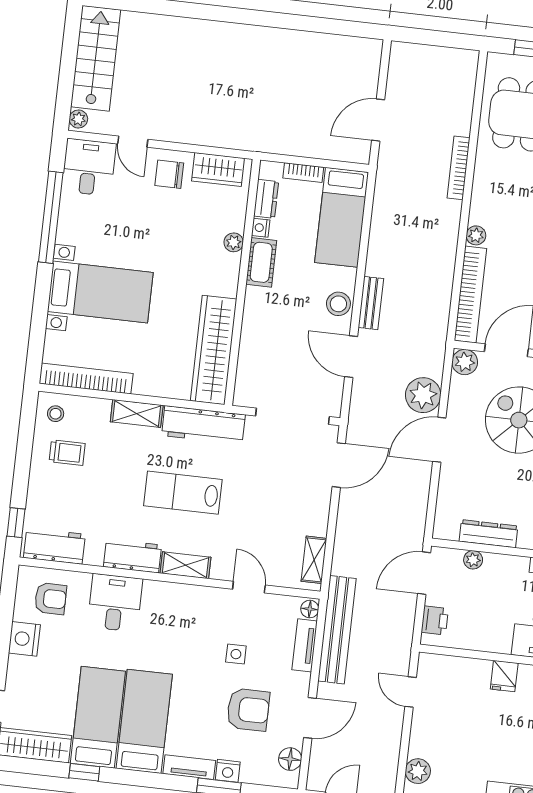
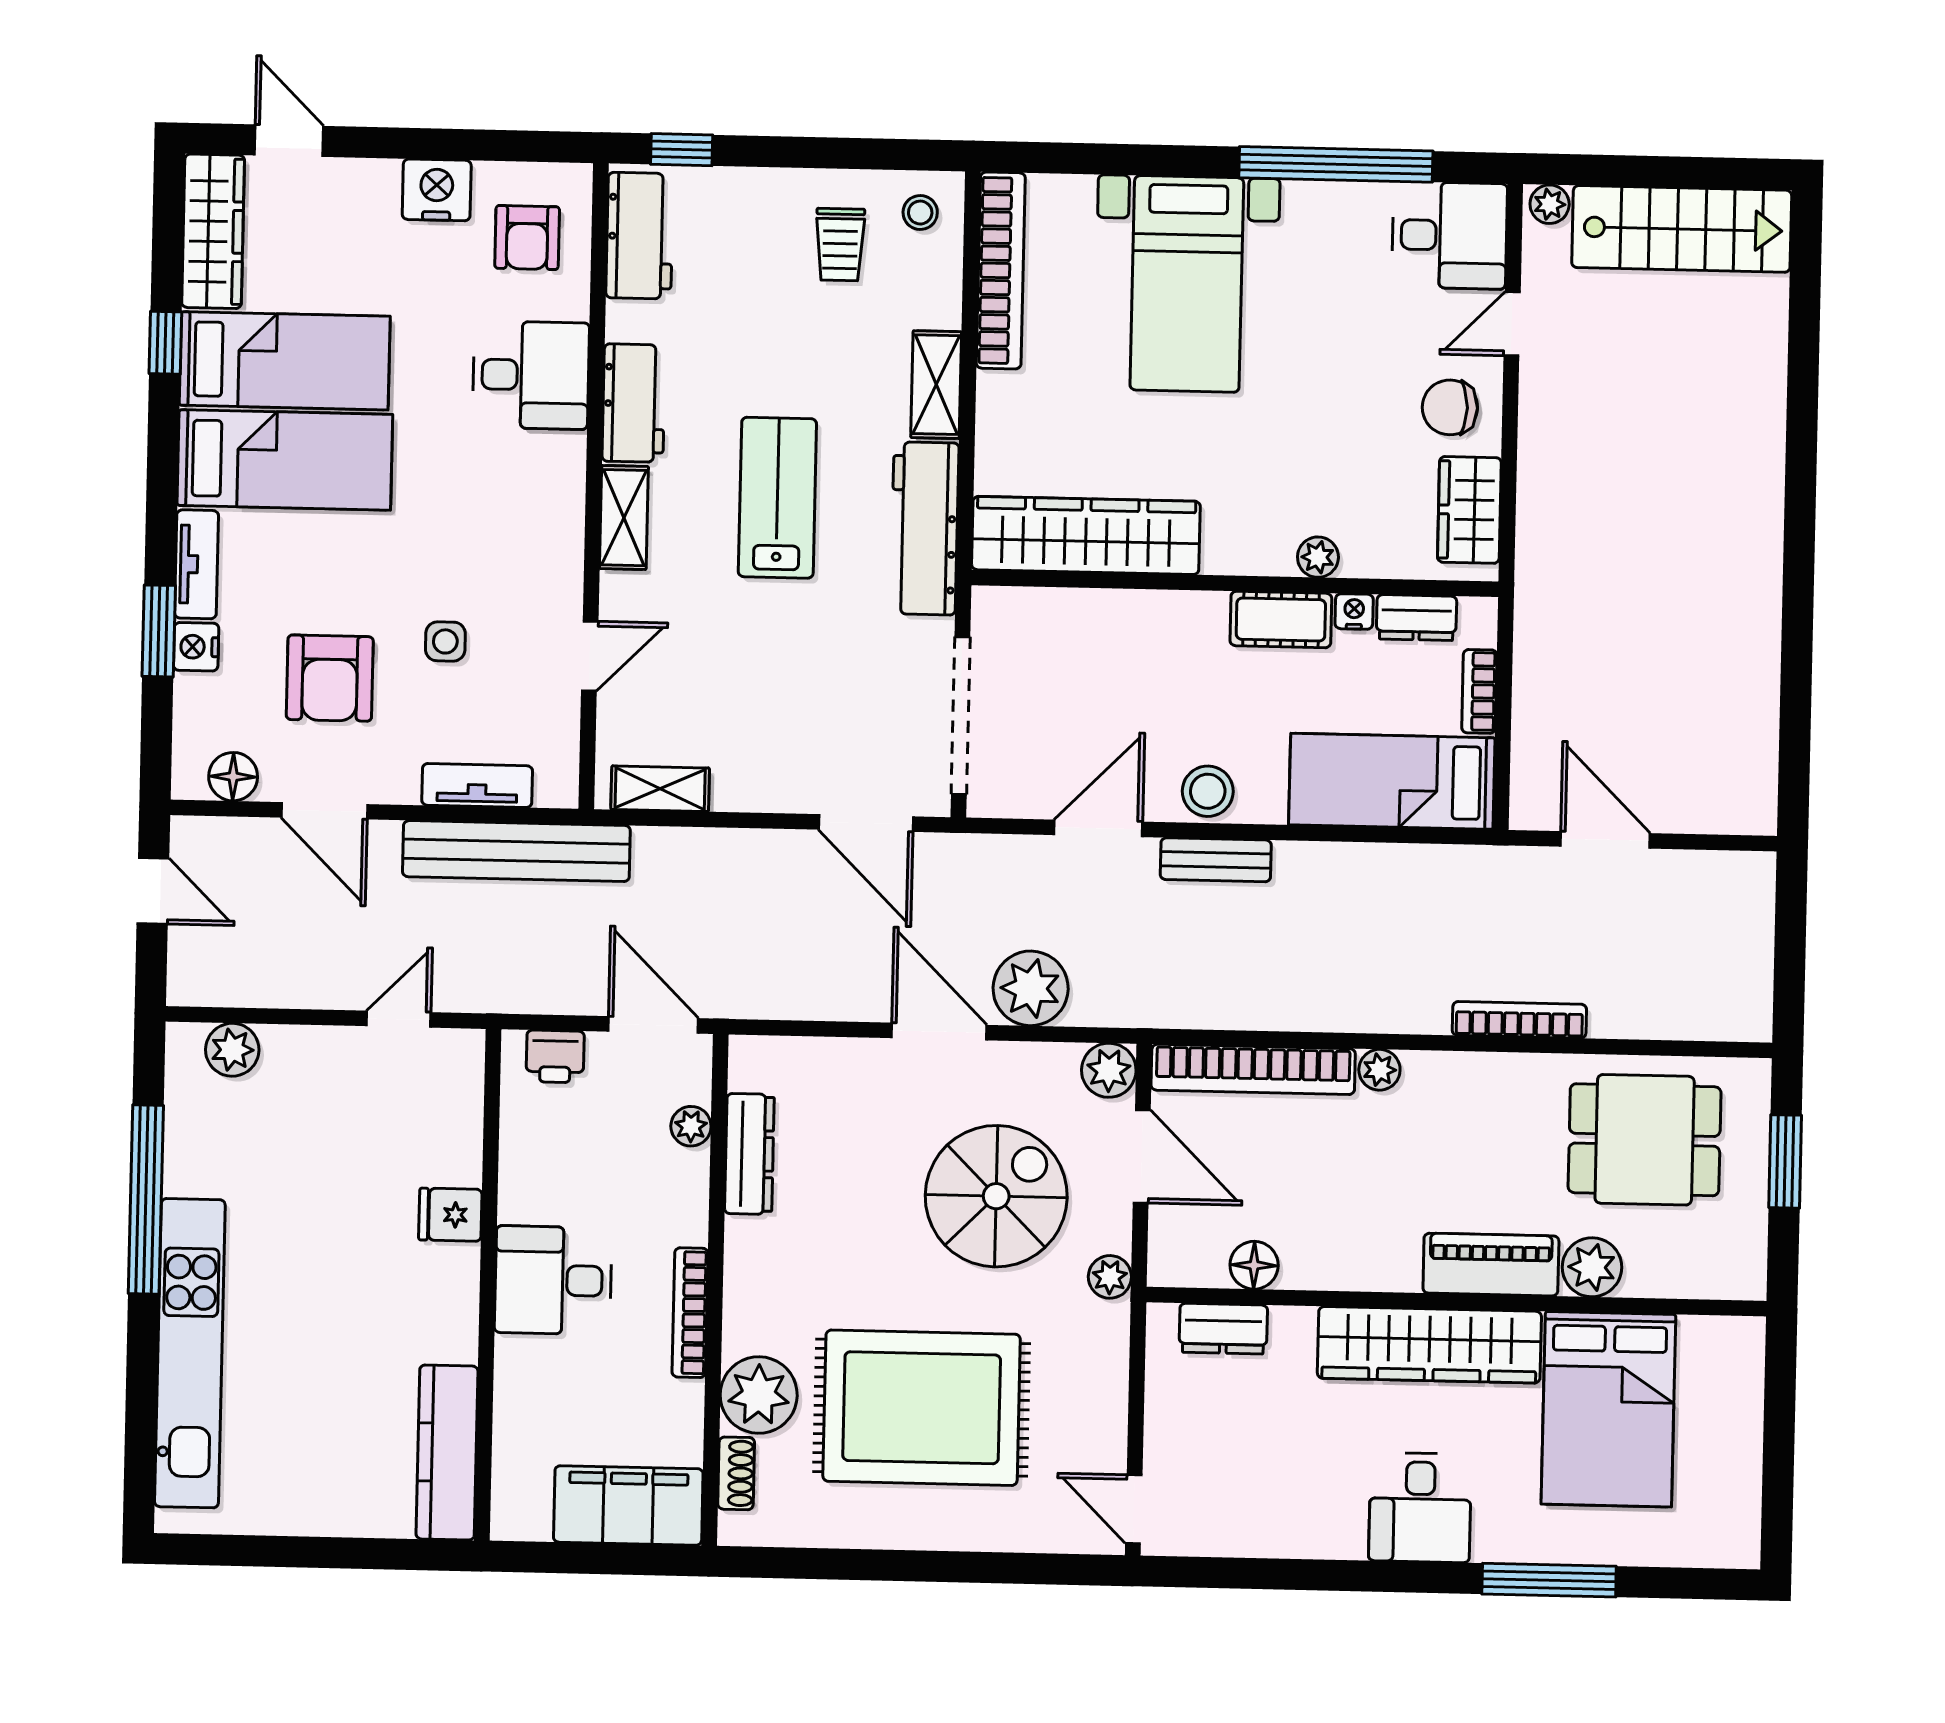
chair: (169, 174) -> (1450, 407), turned -90
floor lamp: (310, 609) -> (555, 789), removed

